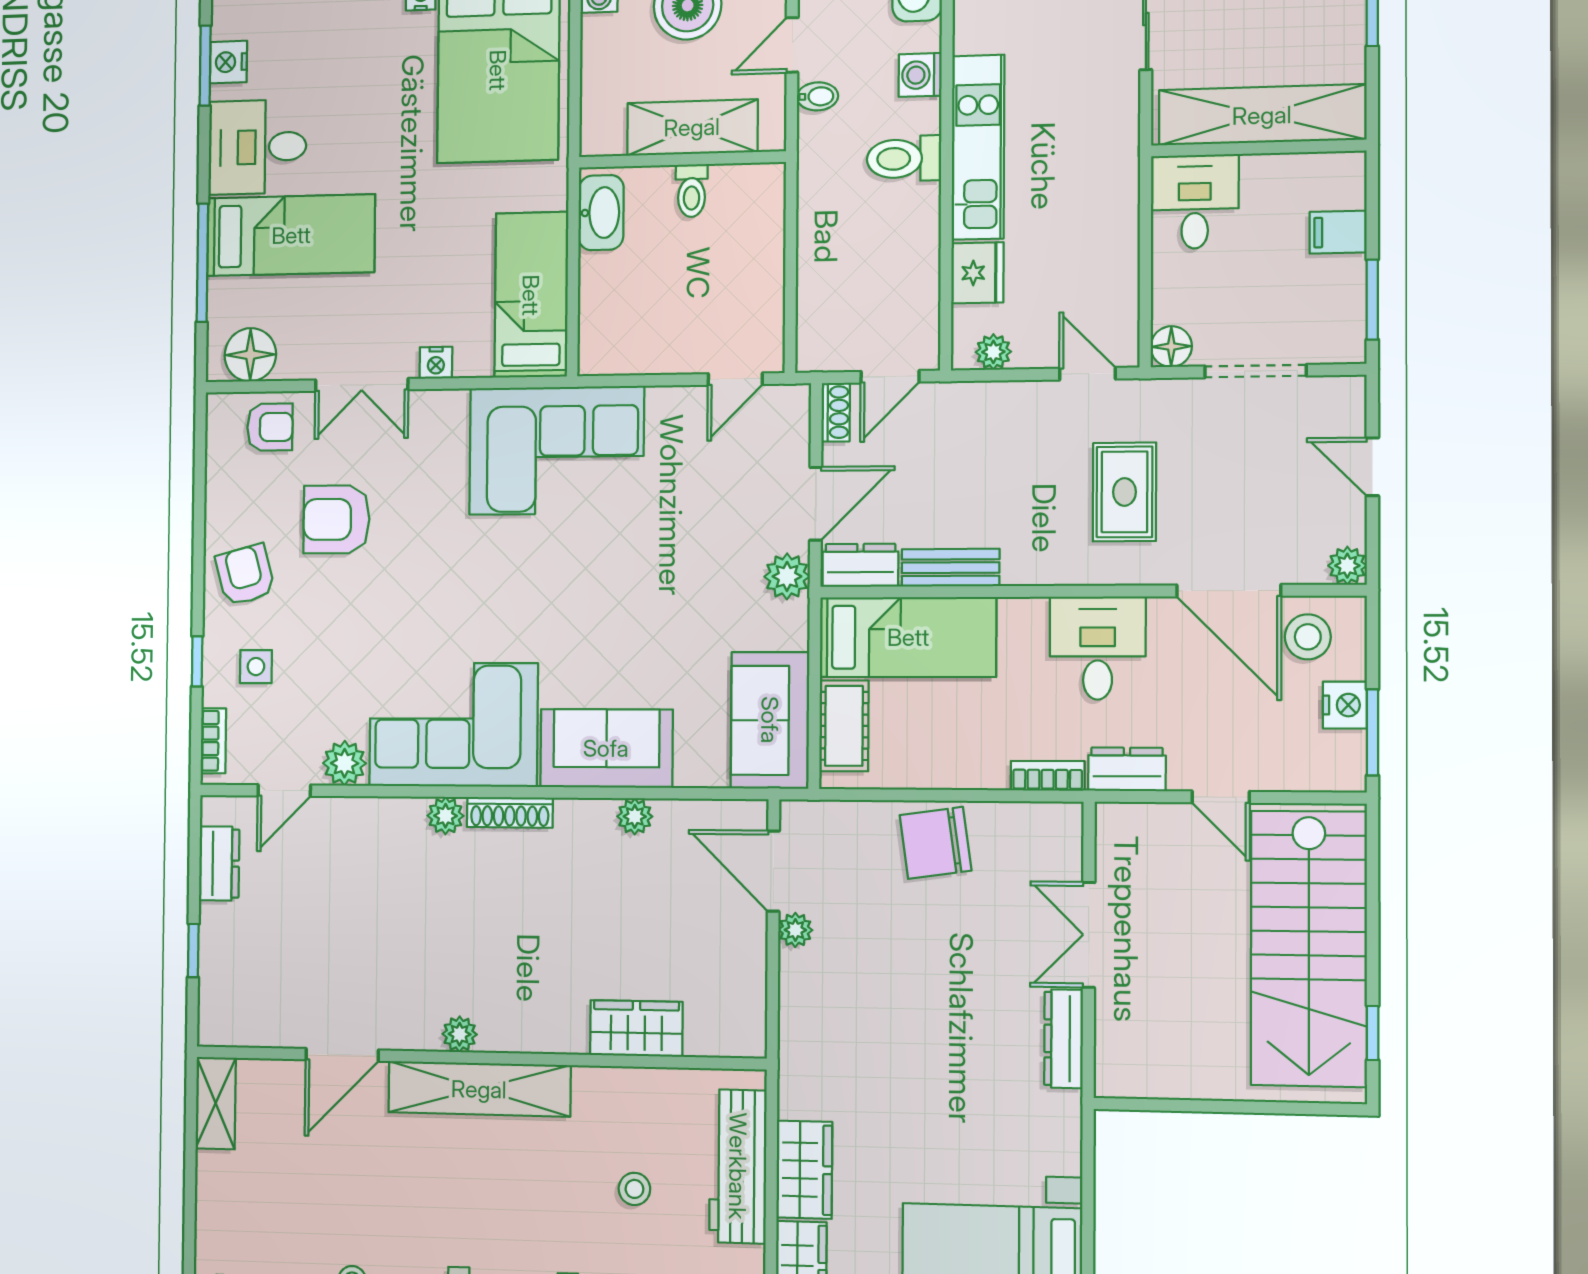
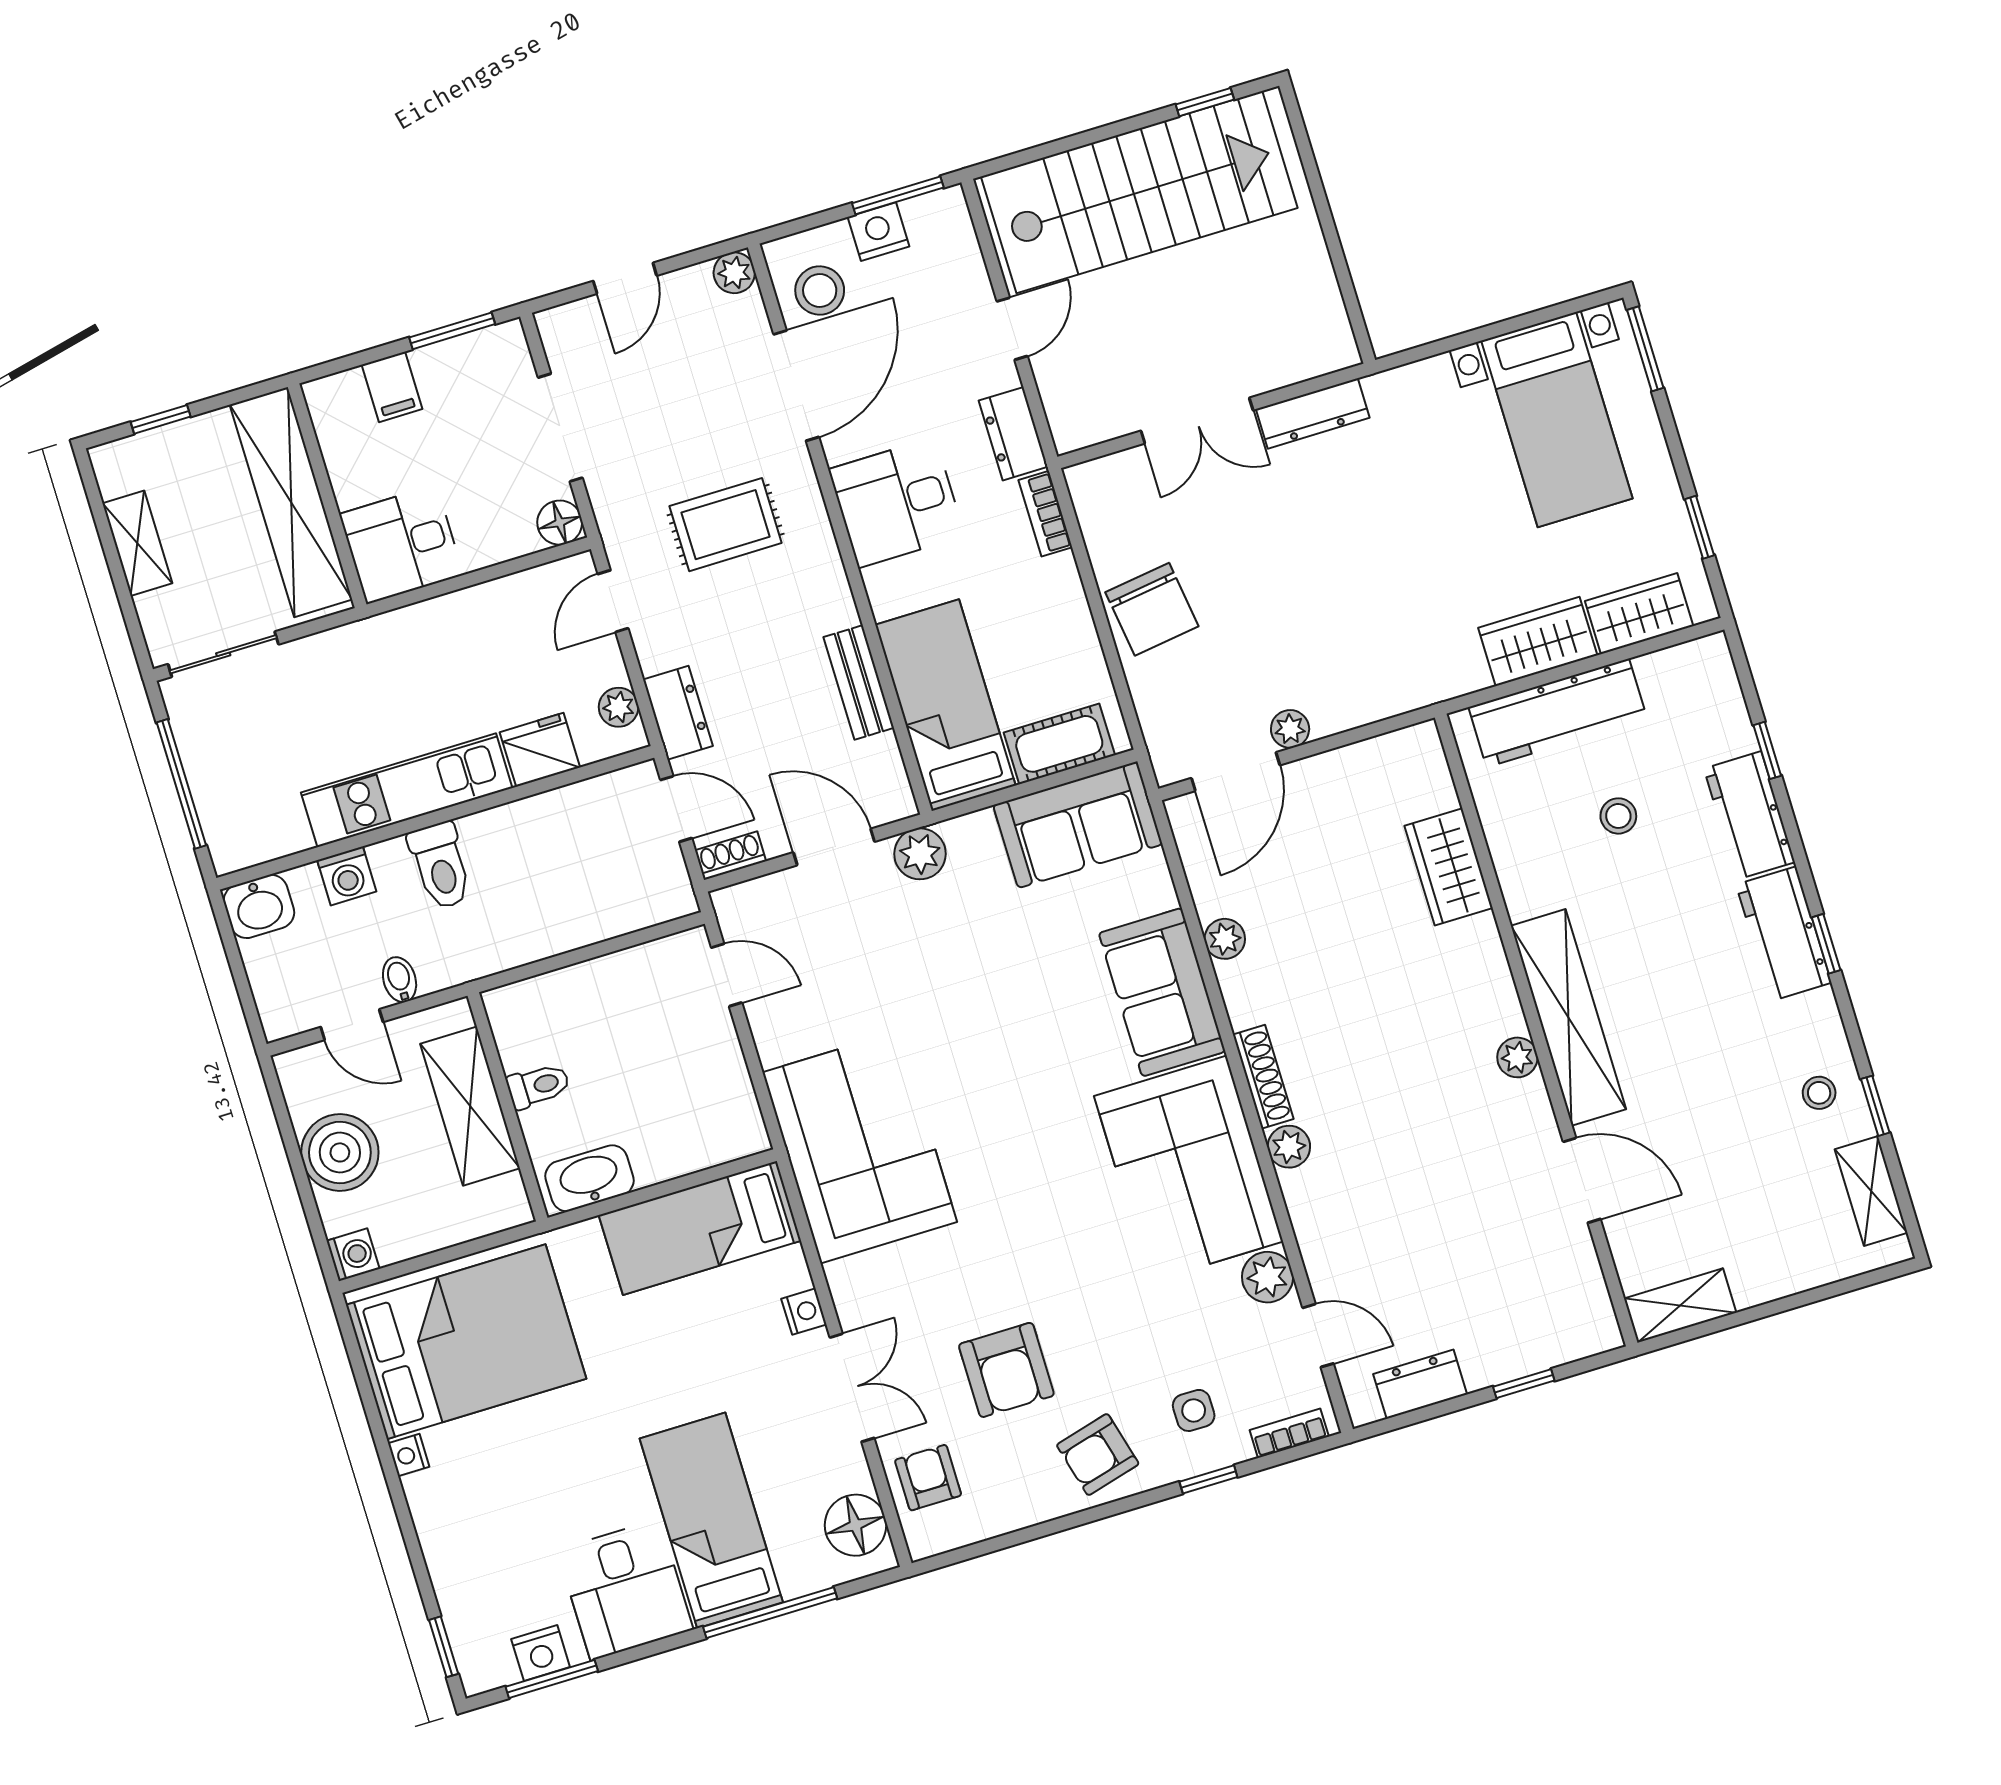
dresser: (860, 565) -> (678, 713), moved, turned 180

